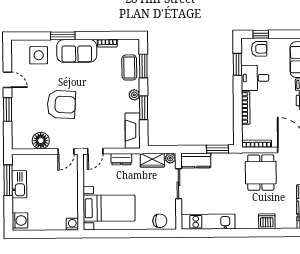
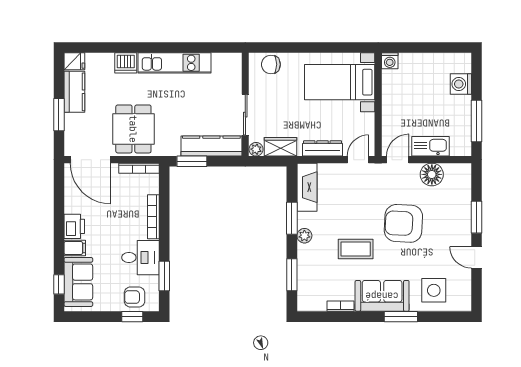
coffee table: (129, 67) -> (356, 249), moved, turned 90
dresser: (121, 159) -> (323, 148), width x1.44
kitchen counter: (196, 160) -> (211, 146), width x1.50
kitchen sink: (19, 184) -> (431, 146), moved, turned 90
washing machine: (20, 220) -> (461, 84), moved
kitchen unit: (208, 222) -> (174, 63), moved

